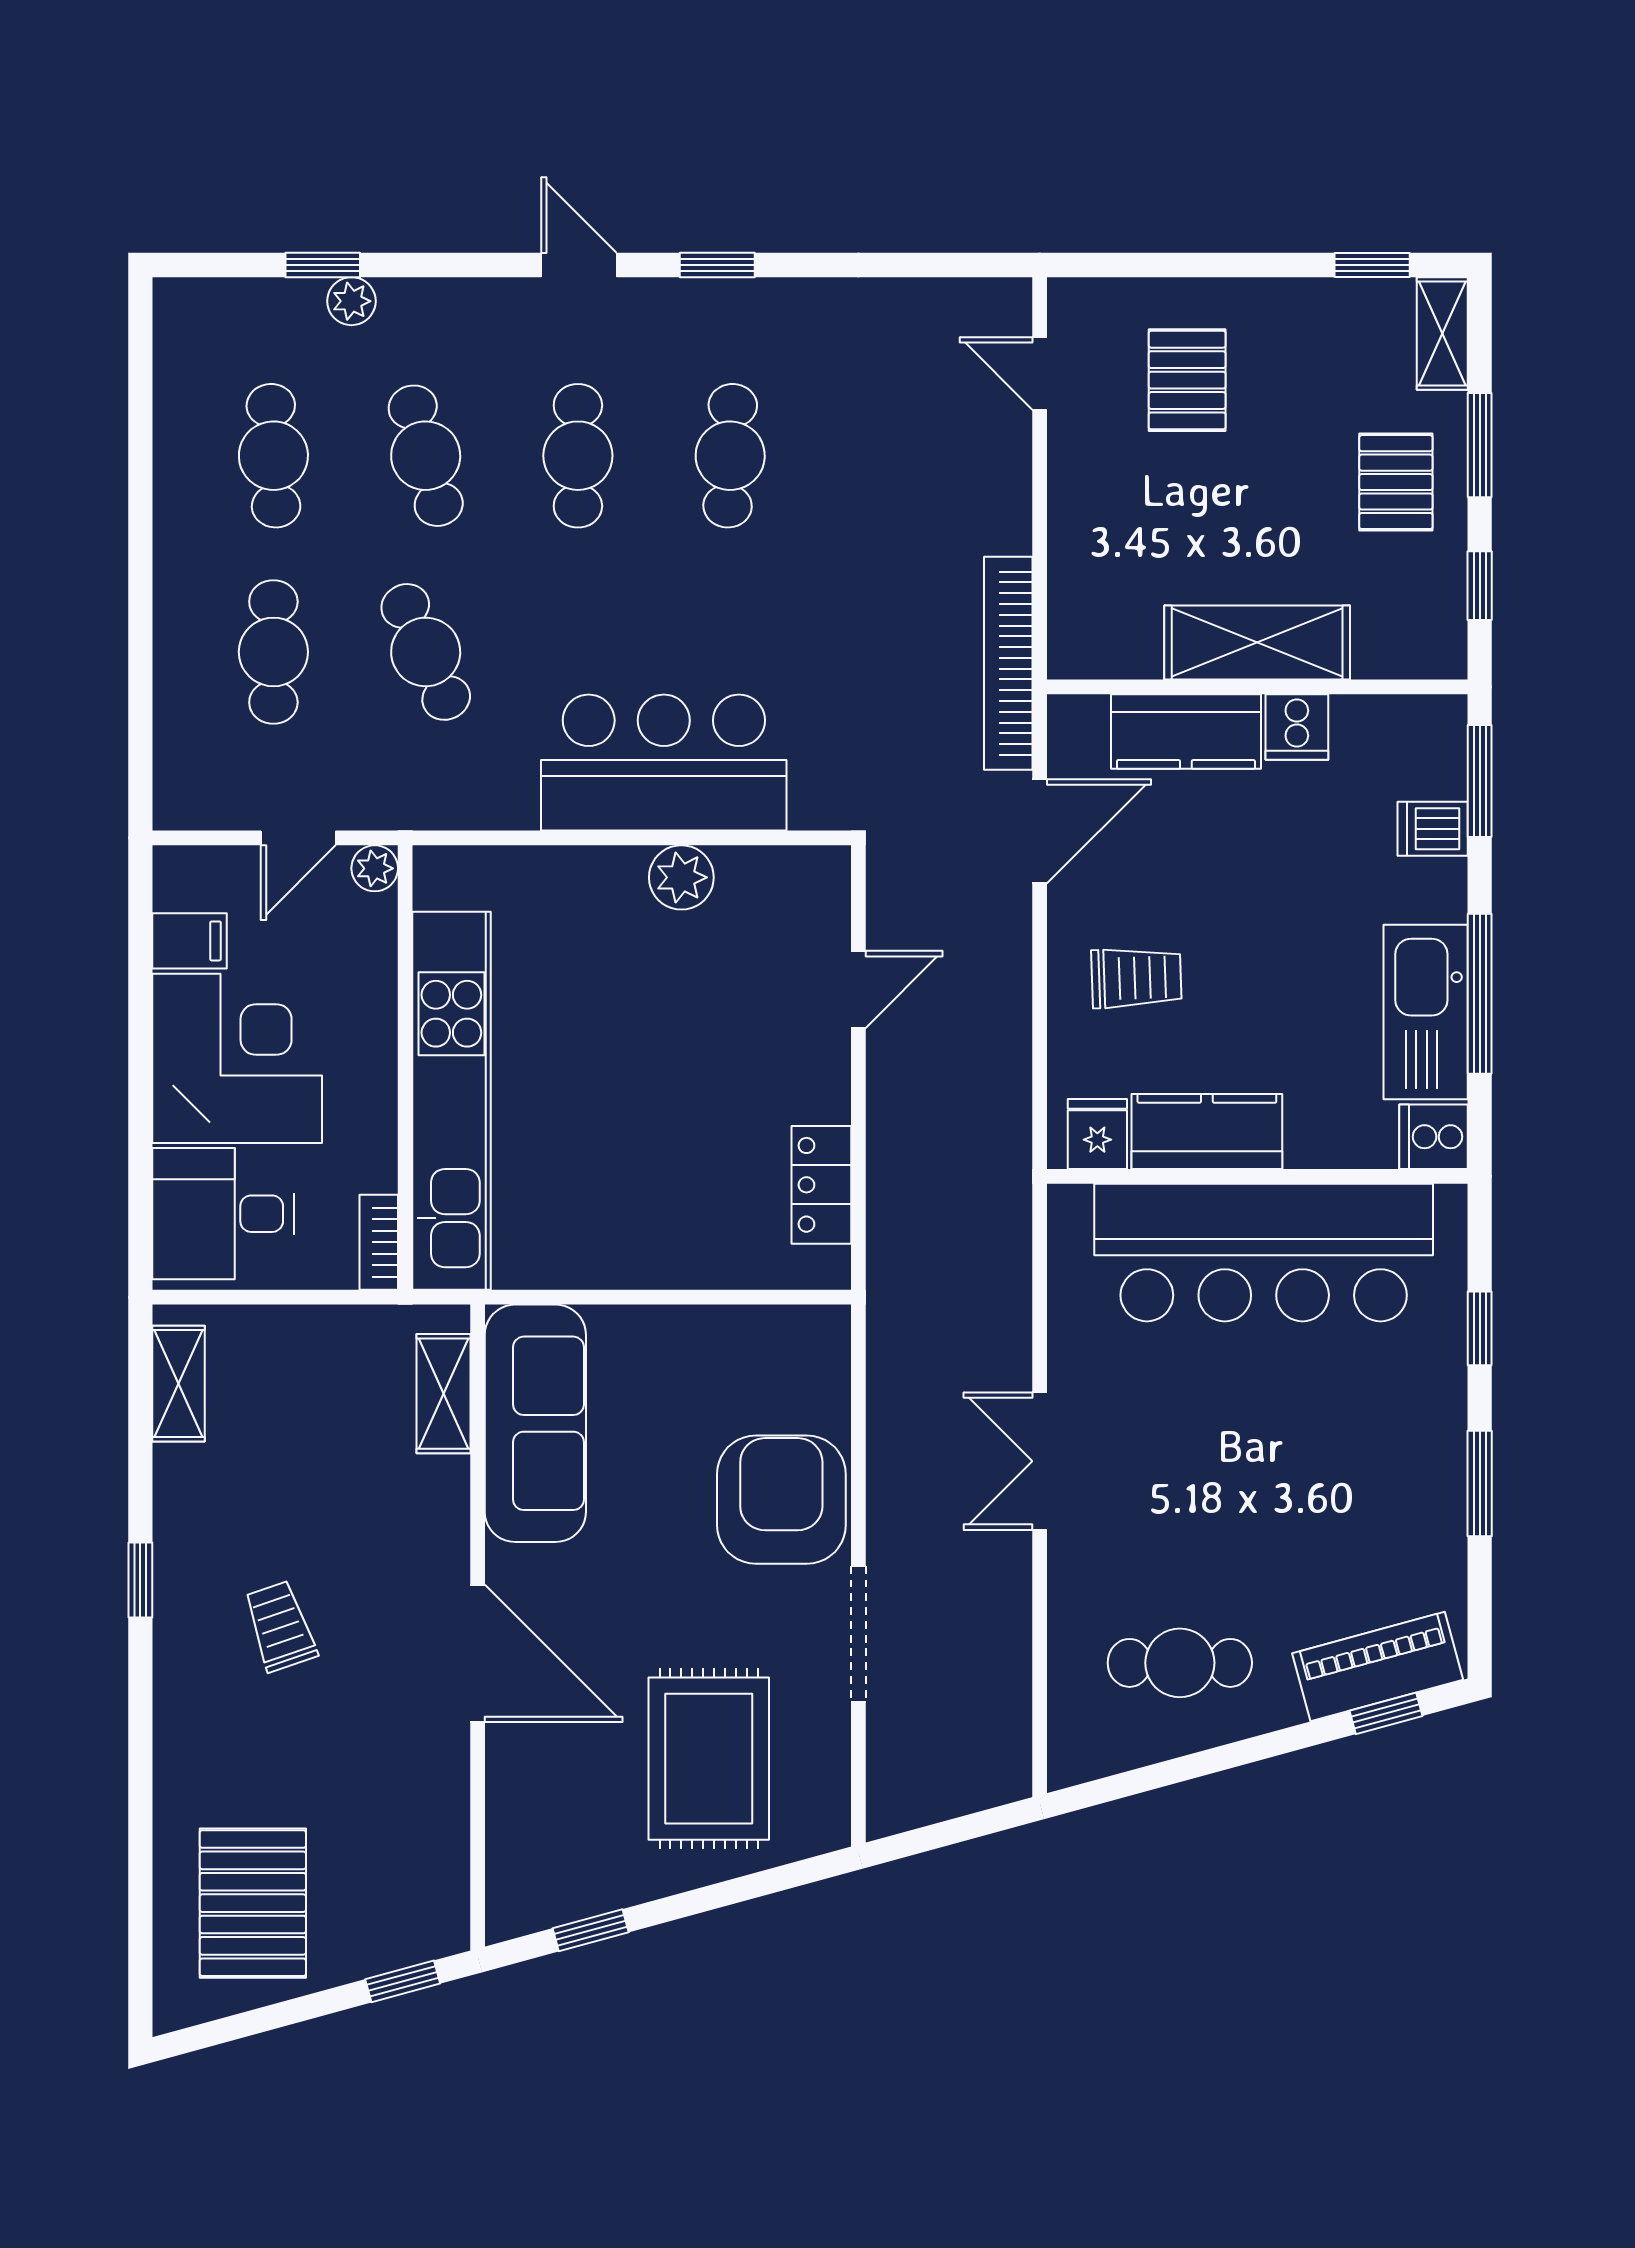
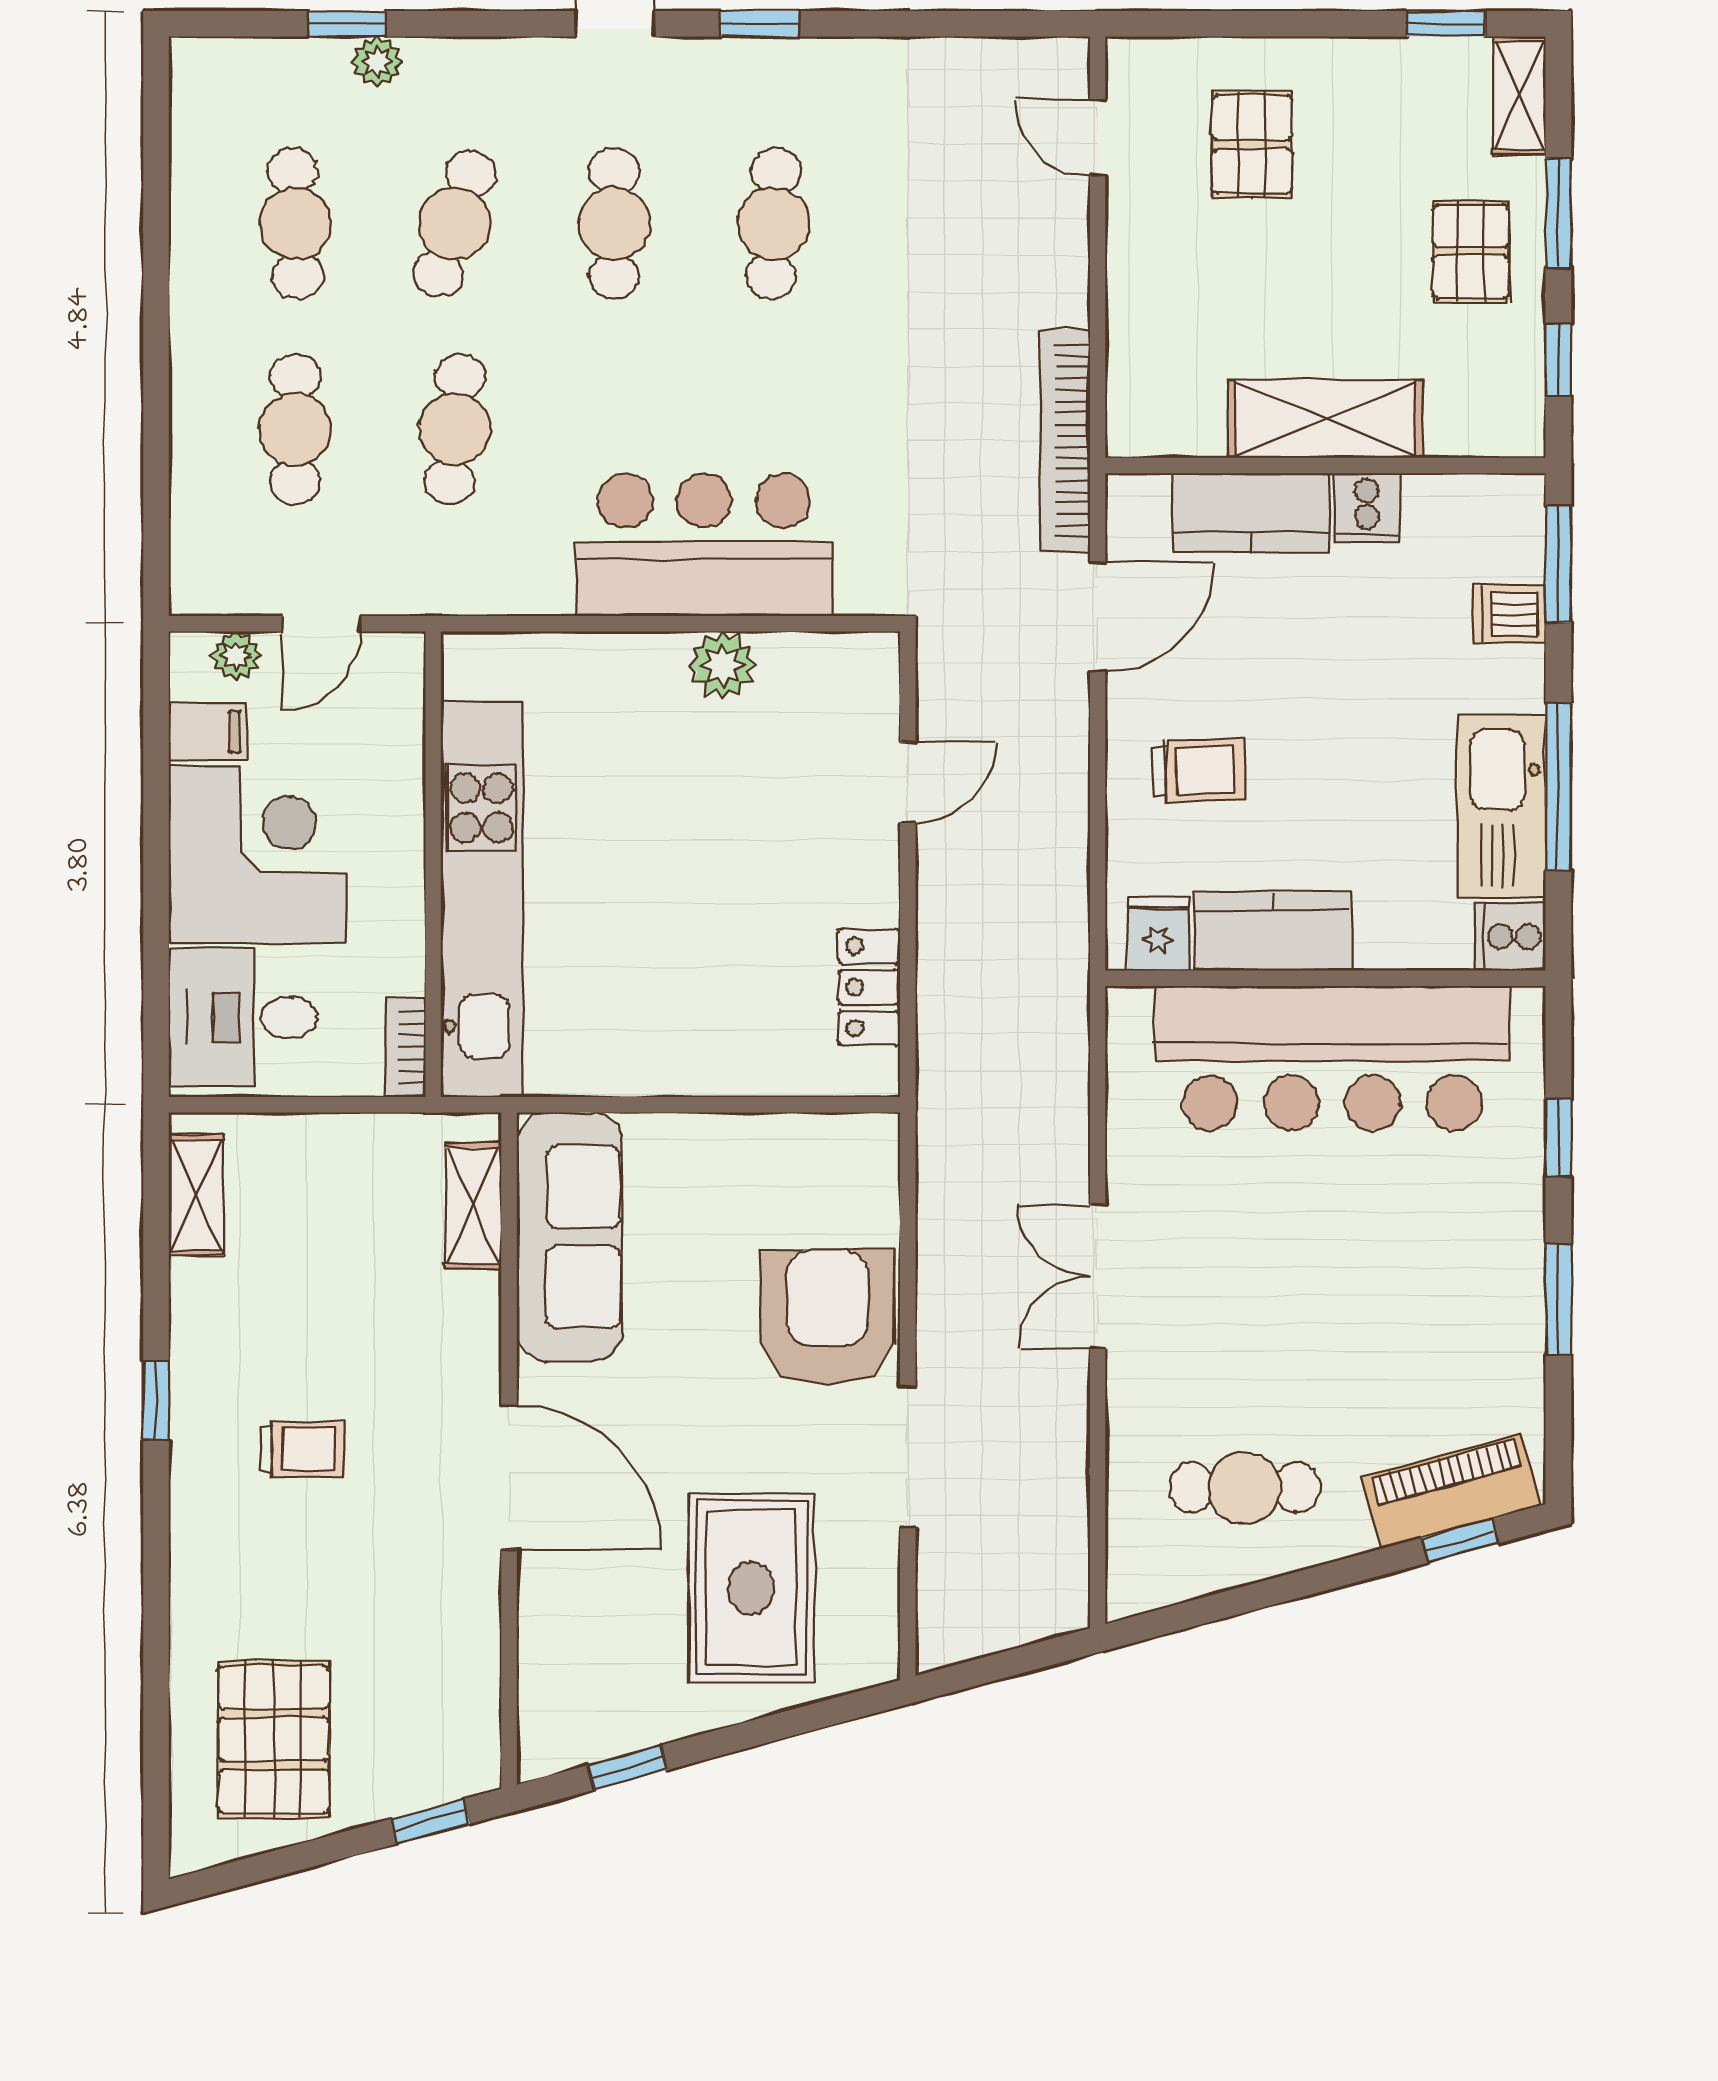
cafe table: (426, 456) -> (455, 224), turned 33
cafe table: (426, 652) -> (455, 429), turned 30
plant: (375, 868) -> (236, 656), moved
trolley: (280, 1626) -> (302, 1449), turned 109

